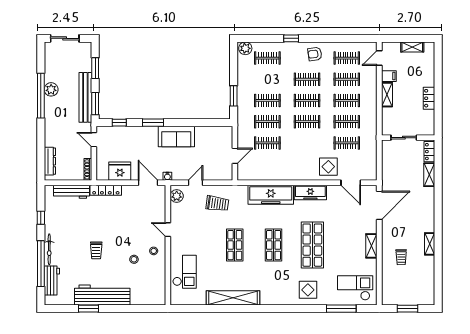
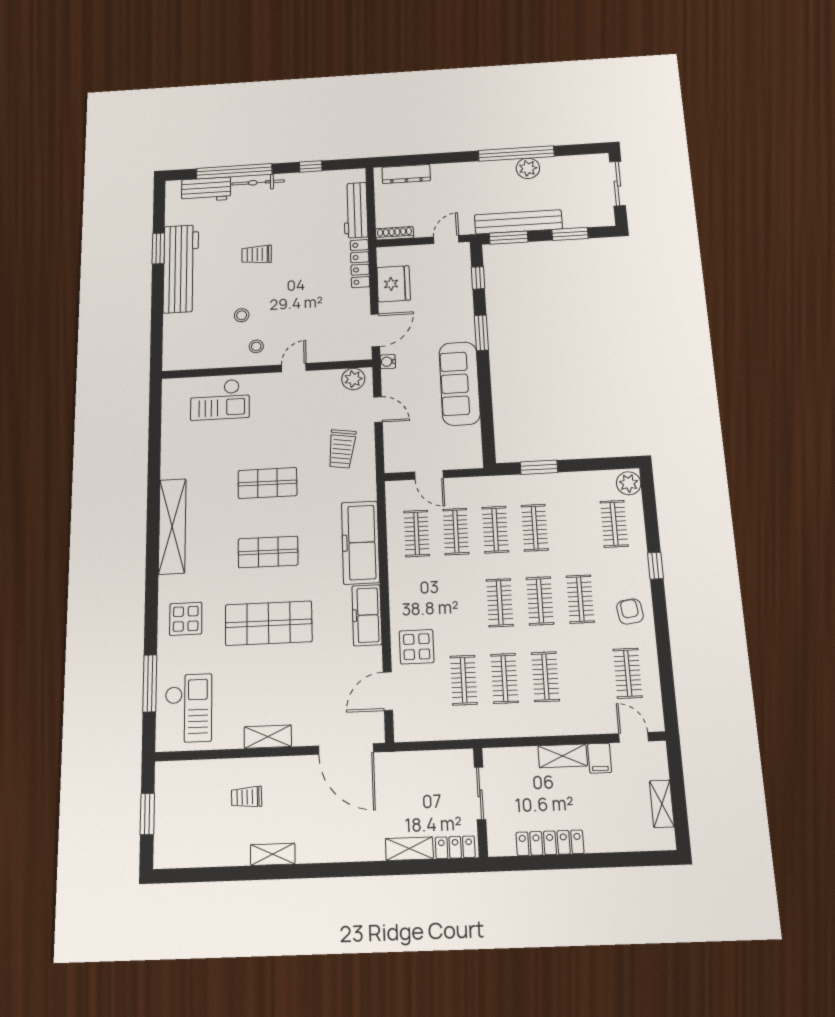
clothes rail: (347, 79) -> (417, 533), moved
locker: (429, 98) -> (550, 843), width x1.53
sofa: (176, 137) -> (460, 383), width x1.36
shelving: (233, 298) -> (172, 526), moved

